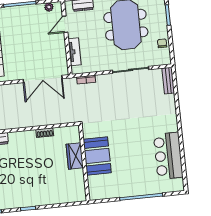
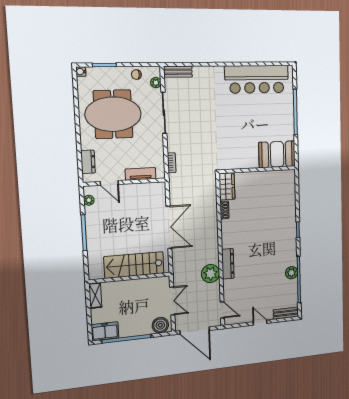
plant: (157, 61) -> (156, 83), added
double door: (43, 79) -> (169, 227), moved
wardrobe: (75, 156) -> (227, 186), moved, turned -90
booth: (97, 156) -> (277, 154), moved
bar counter: (168, 156) -> (257, 79), width x1.36

